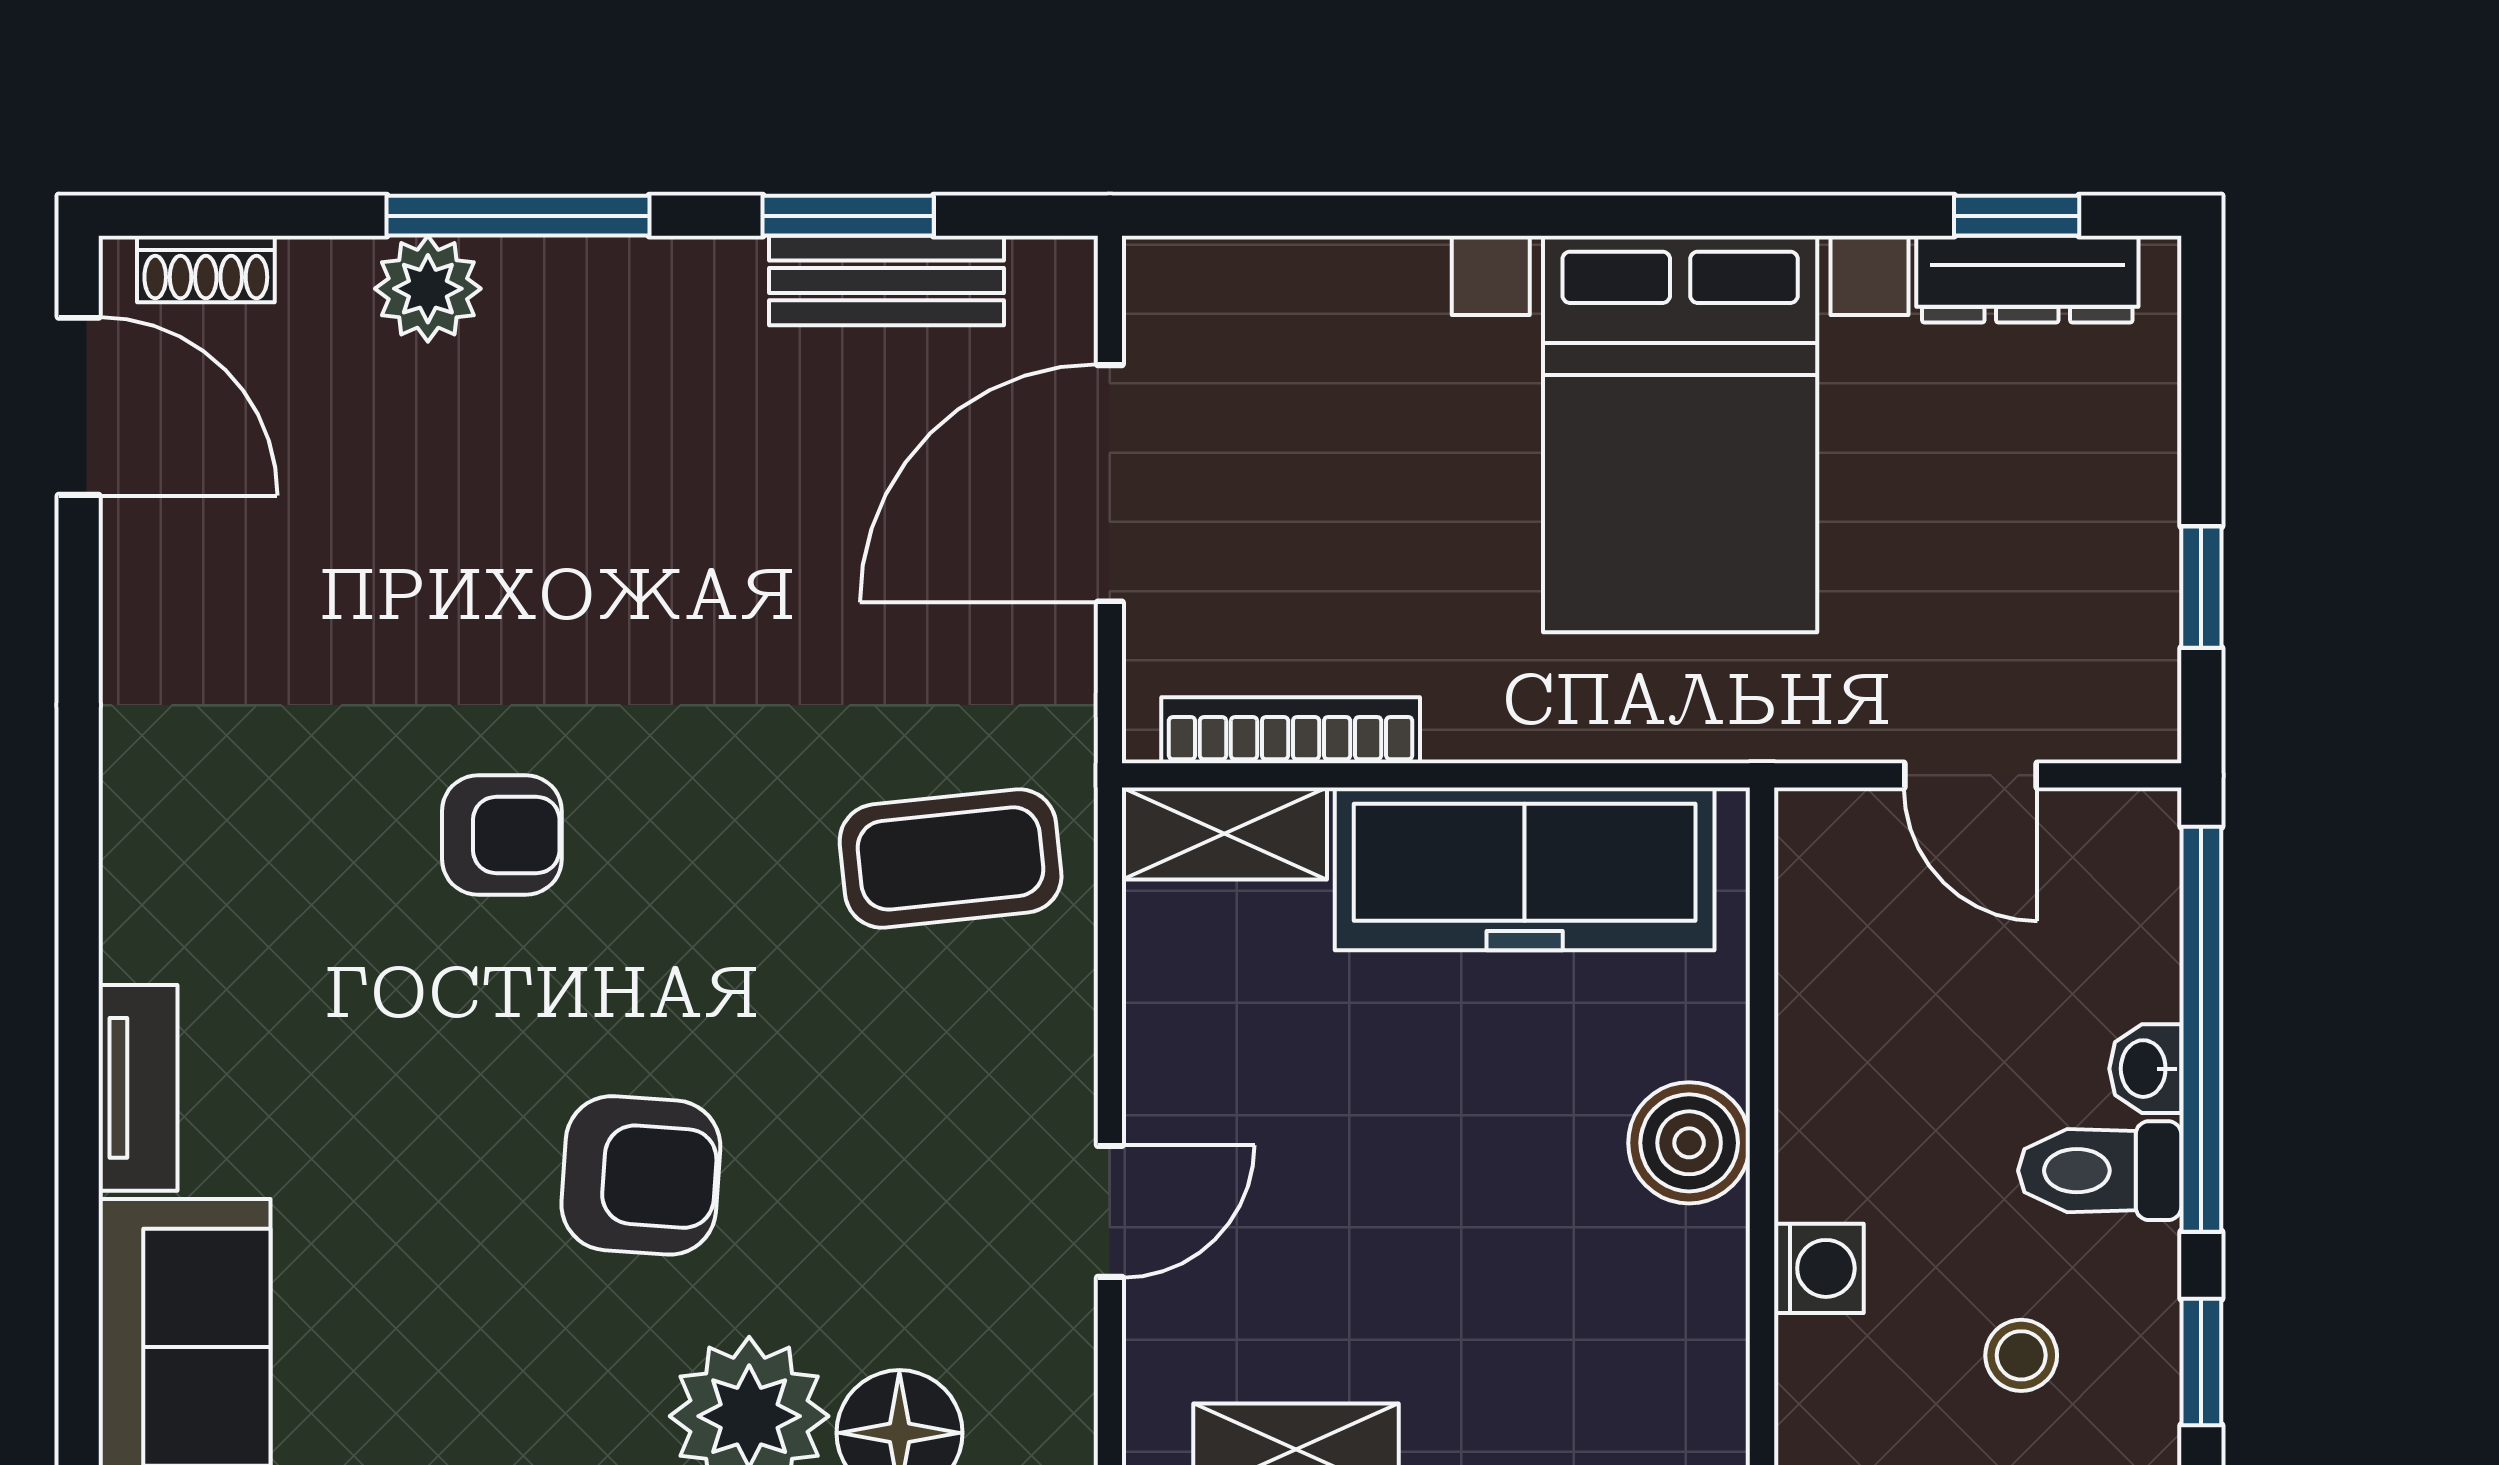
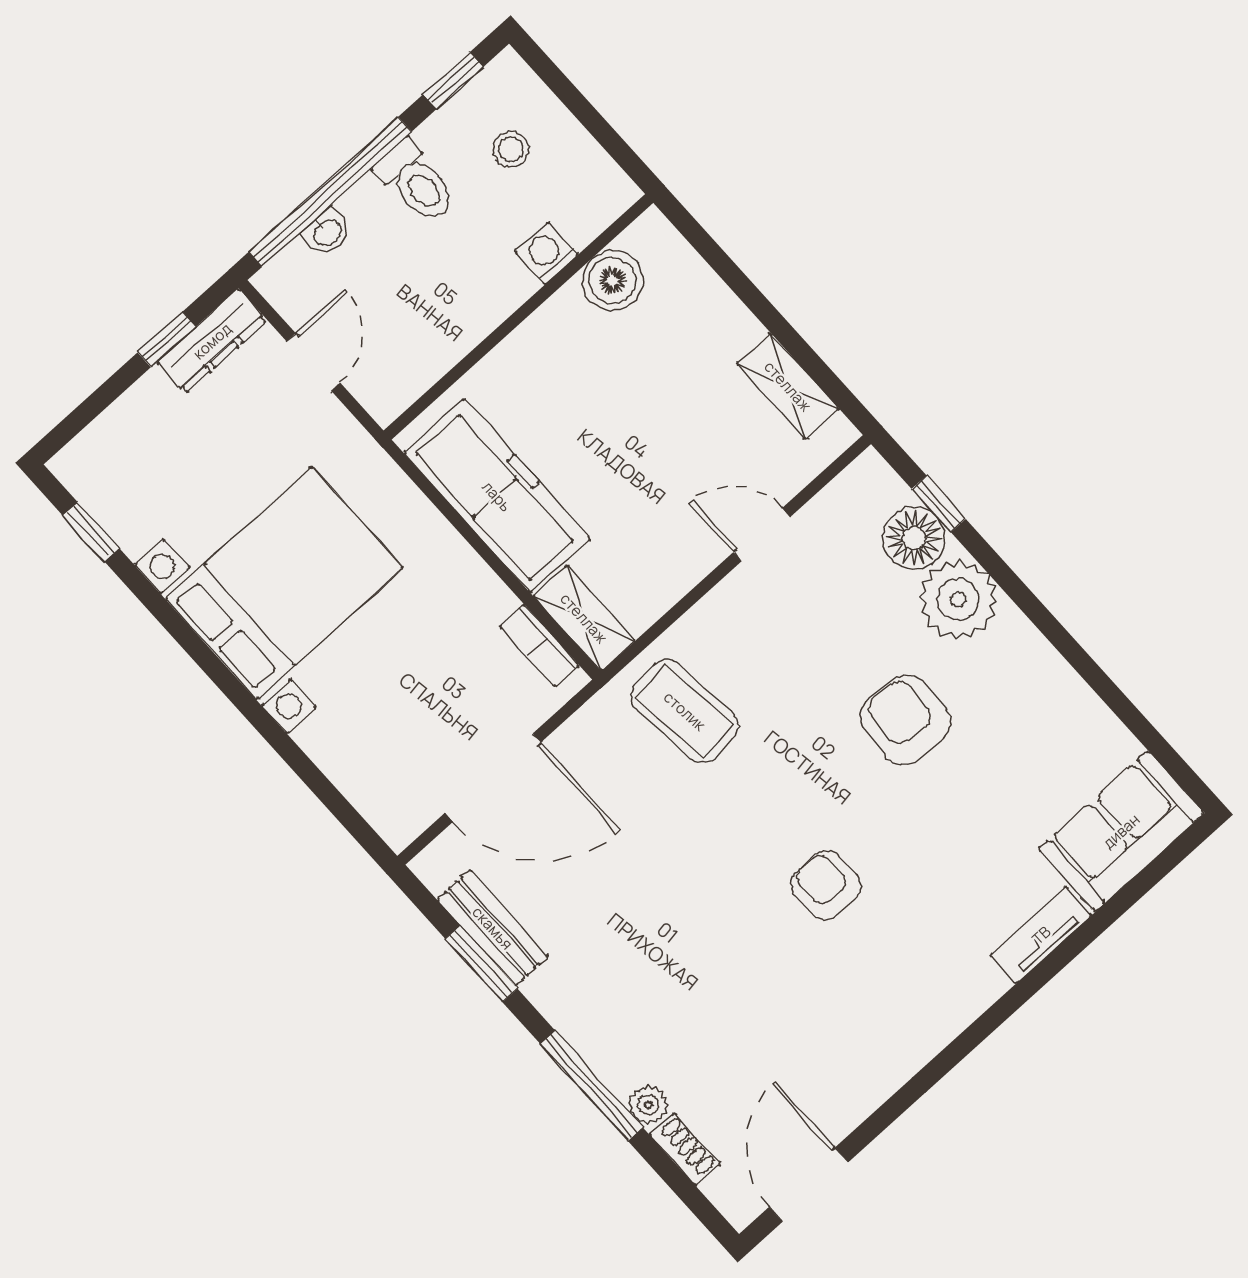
shoe rack: (206, 269) -> (685, 1149), moved
dresser: (2027, 279) -> (212, 341), moved, turned 90
plant: (428, 289) -> (648, 1105), width x0.73, depth x0.73
bookcase: (1291, 730) -> (539, 646), width x0.64
washbasin: (2145, 1069) -> (327, 232), moved
boiler: (1689, 1143) -> (613, 281), moved

